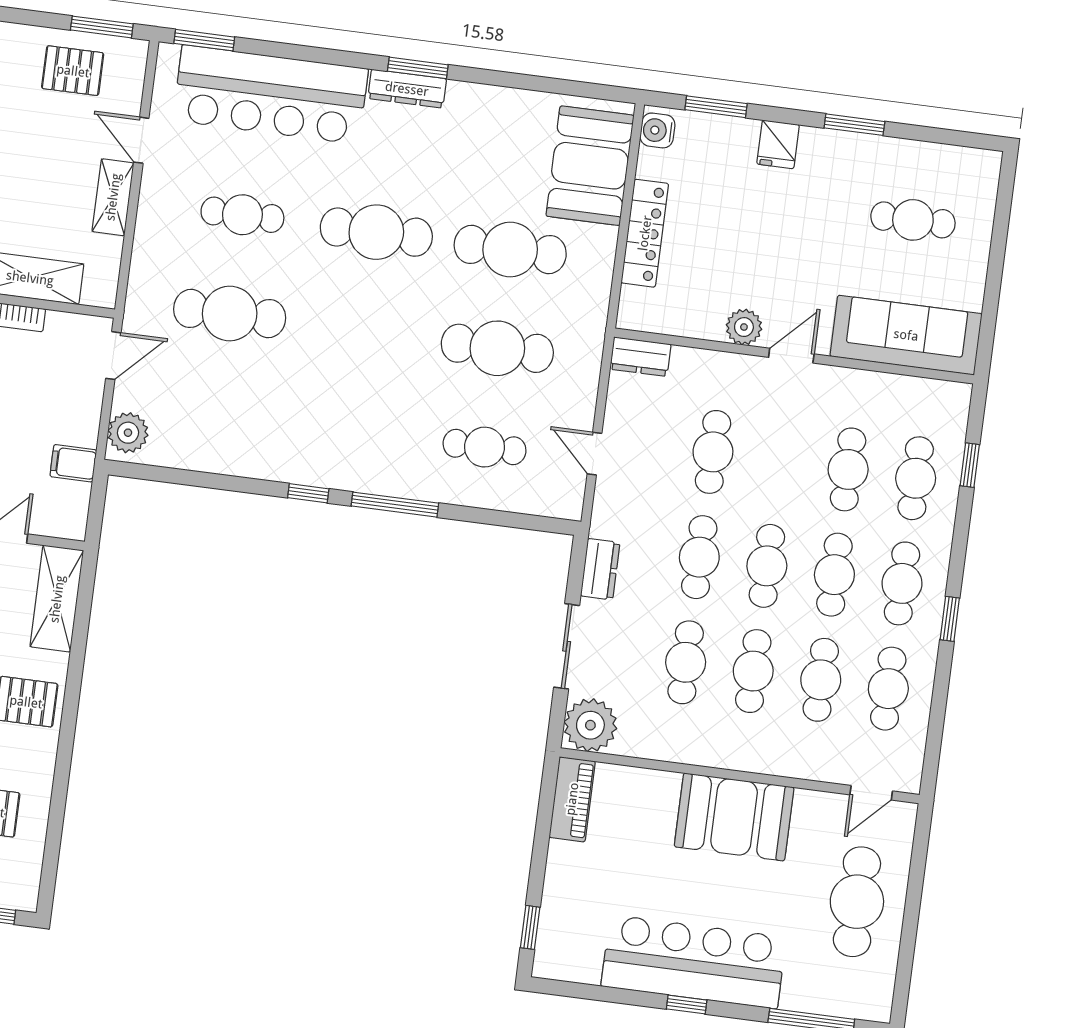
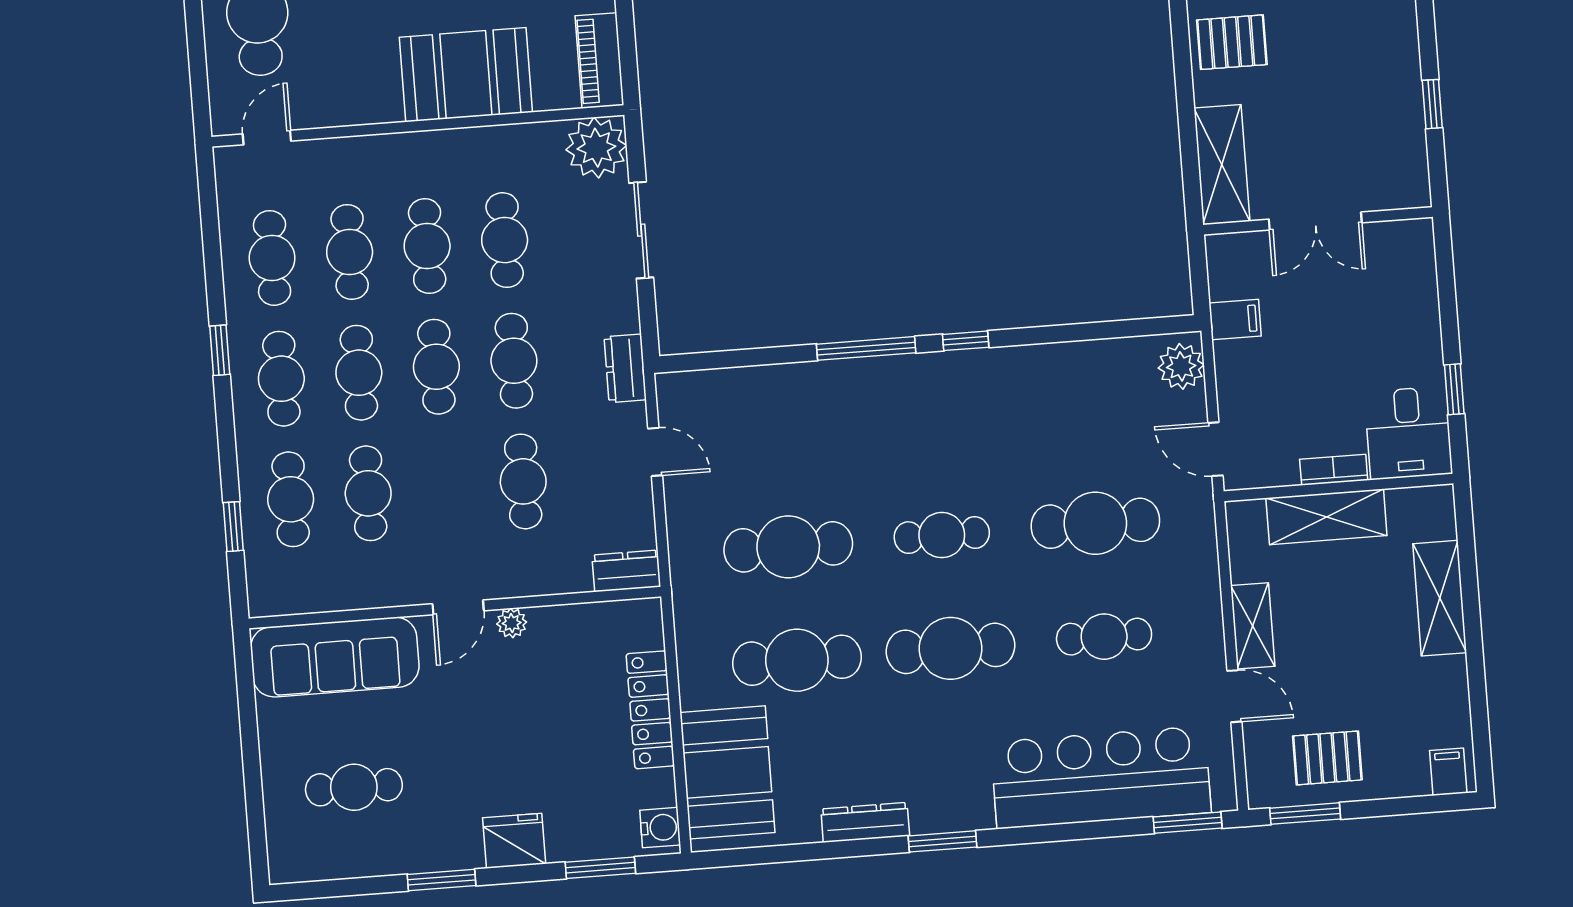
dresser: (407, 89) -> (865, 822), moved
fridge: (778, 144) -> (514, 841), width x1.38
plant: (744, 327) -> (512, 623), width x0.73, depth x0.73
door: (113, 356) -> (1215, 449), hinge flipped
cafe table: (485, 447) -> (942, 535), moved
dresser: (600, 569) -> (625, 368), moved
booth: (734, 817) -> (466, 75), moved

